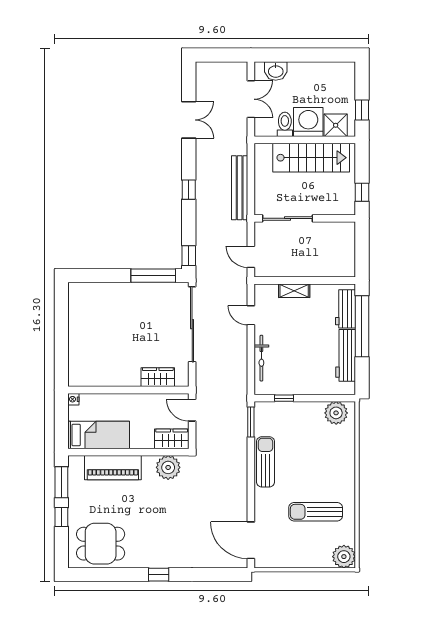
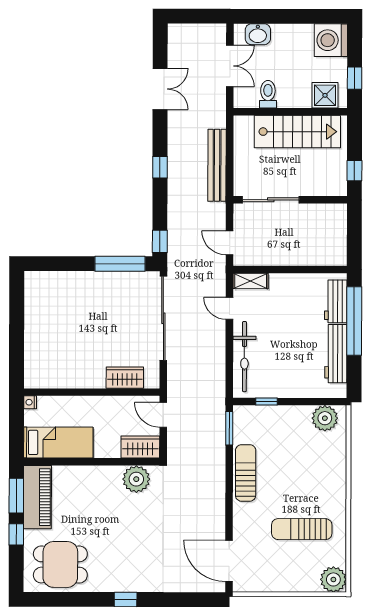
washing machine: (308, 122) -> (331, 40), moved, turned -90
shelving: (294, 291) -> (251, 281), moved
bicycle: (261, 358) -> (244, 357), width x1.37, depth x1.40
piano: (113, 468) -> (37, 497), moved, turned -90

